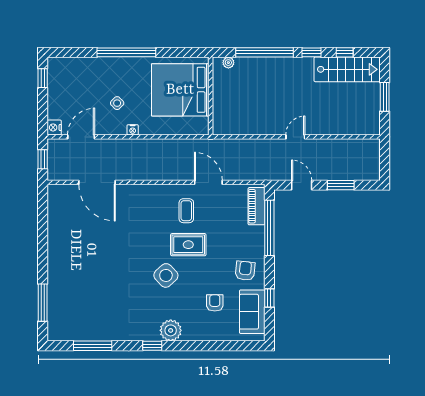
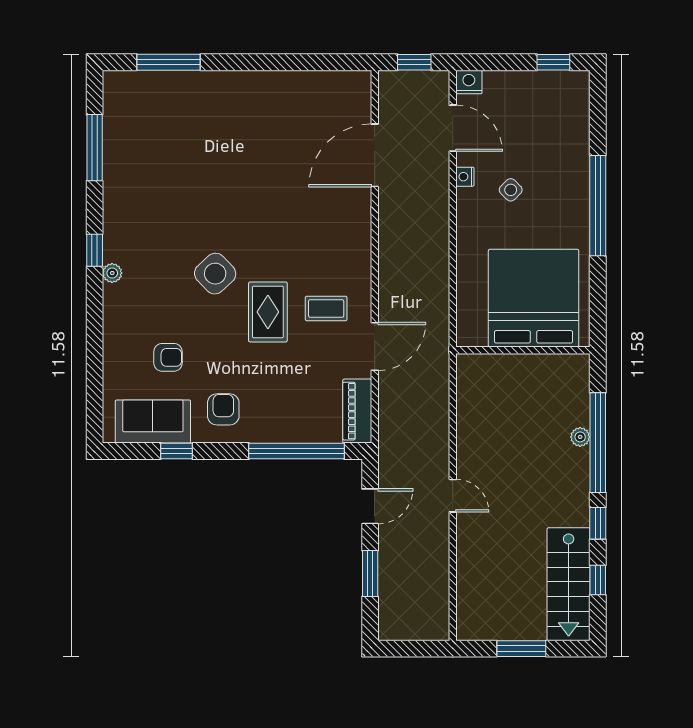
plant: (228, 63) -> (580, 437), moved
nightstand: (133, 130) -> (465, 177), moved
piano: (256, 206) -> (357, 411), moved, turned -90
armchair: (245, 271) -> (223, 409), turned -96
plant: (171, 330) -> (112, 273), width x0.53, depth x0.53

